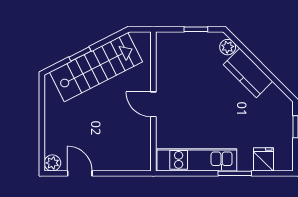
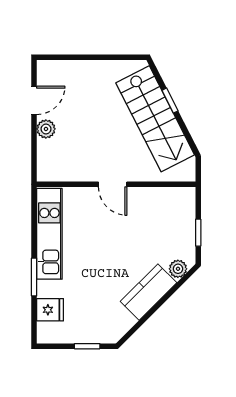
door: (153, 104) -> (113, 184), swing flipped
plant: (52, 163) -> (46, 129), moved

